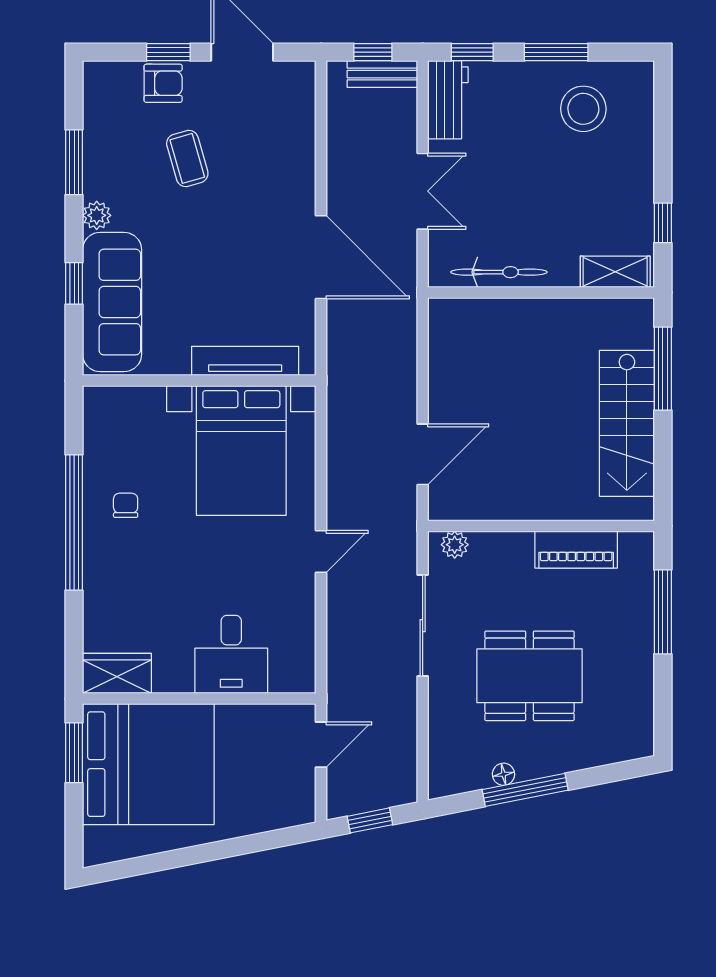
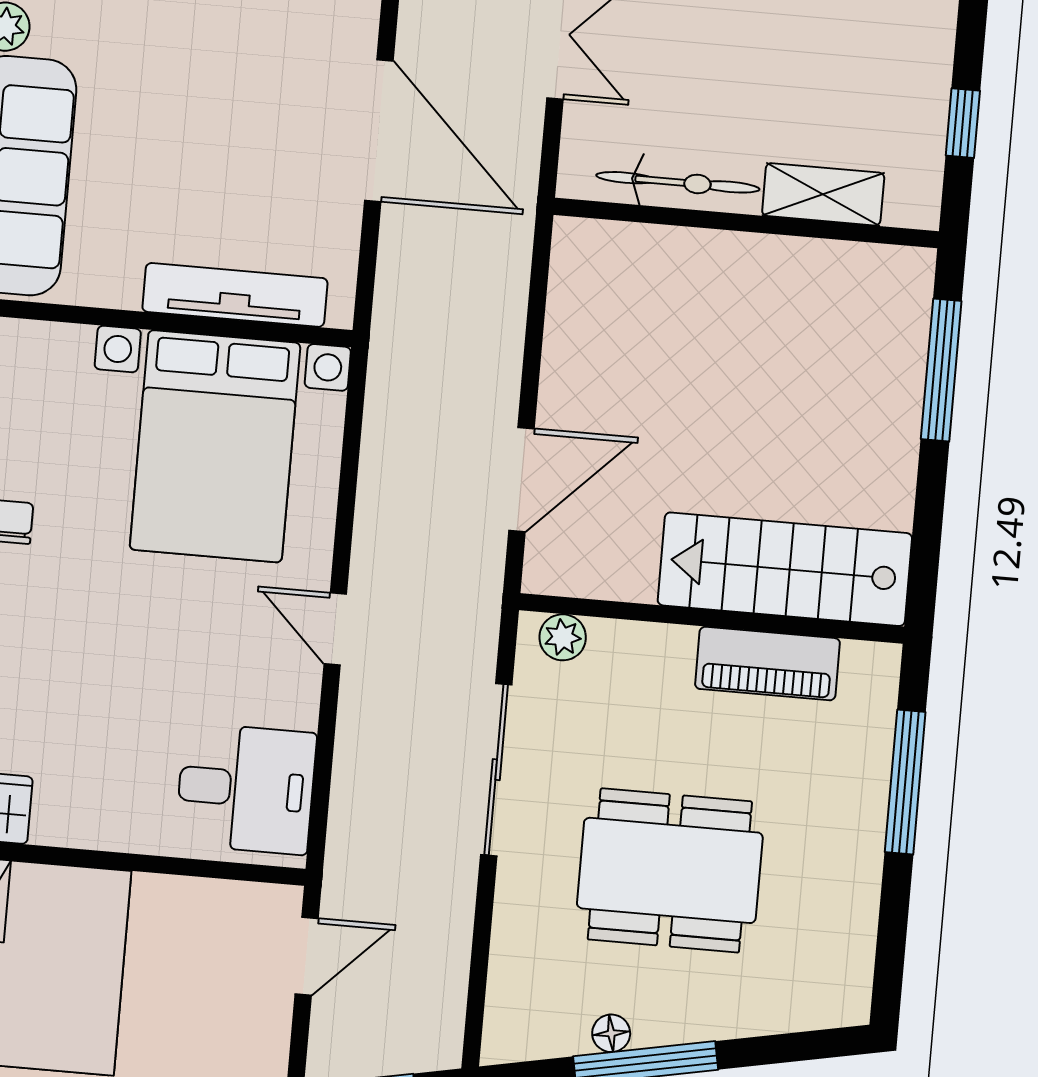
shelving: (615, 272) -> (823, 194), moved
stairs: (627, 423) -> (785, 569), moved, turned 90
door: (321, 552) -> (335, 629), swing flipped
desk: (231, 654) -> (246, 789), moved, turned -90

